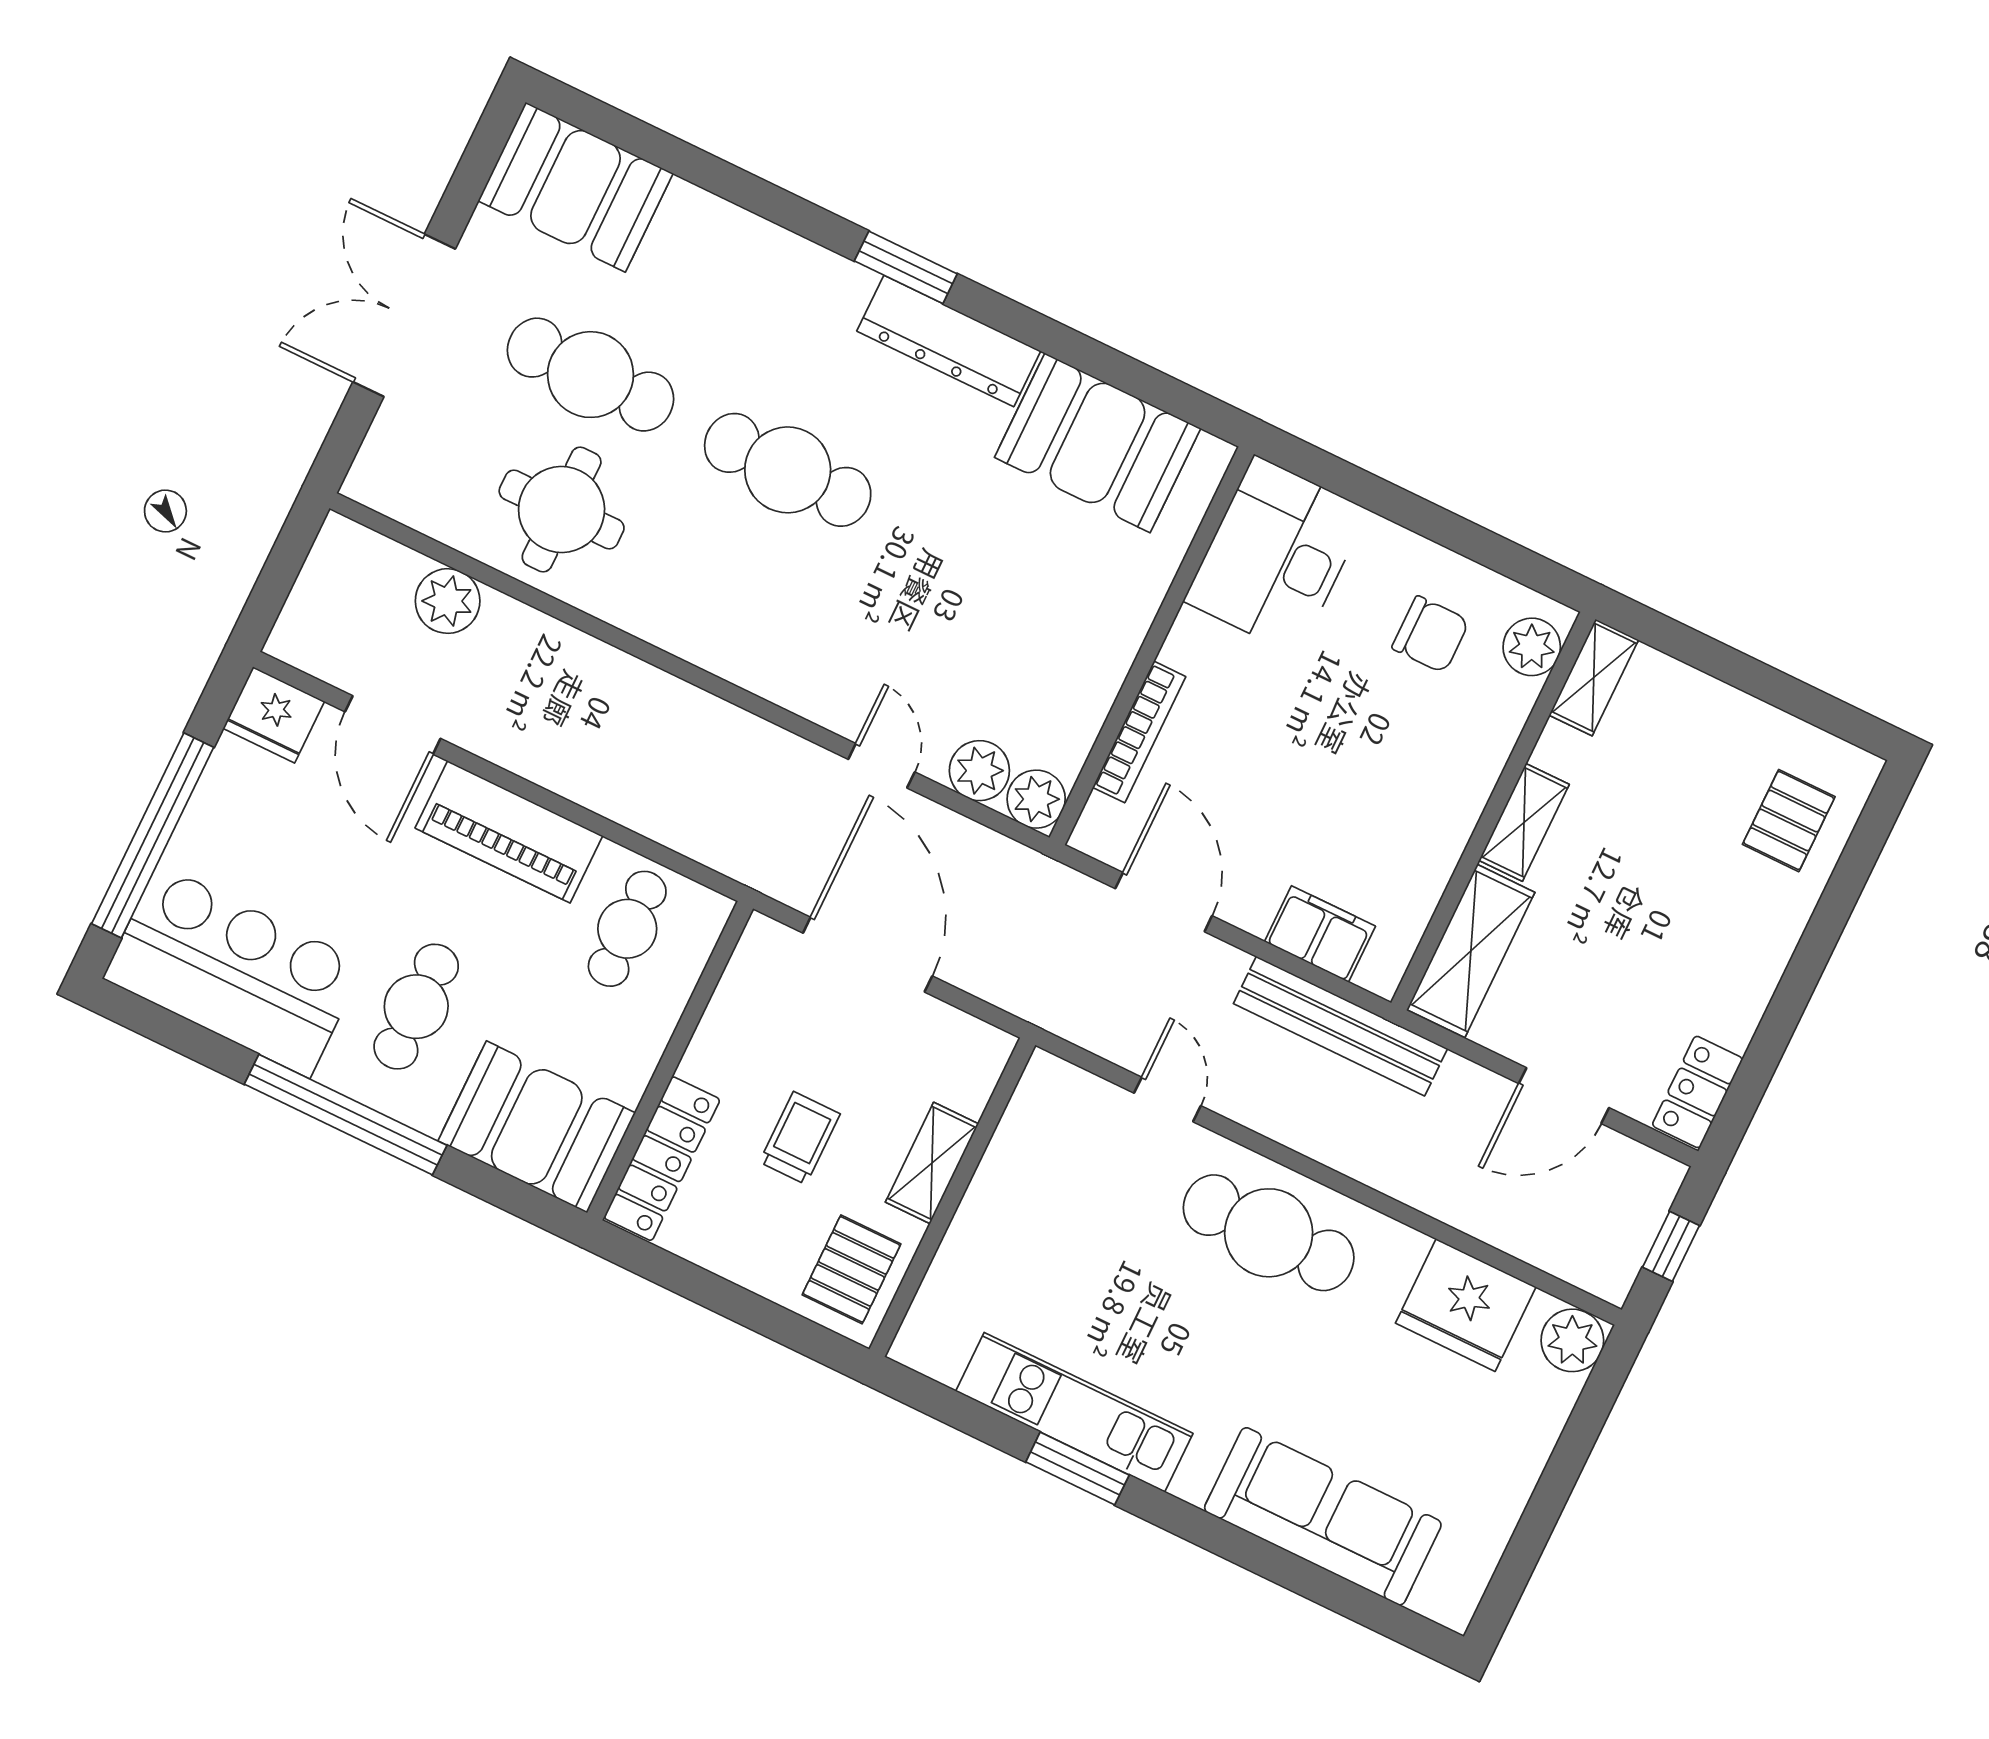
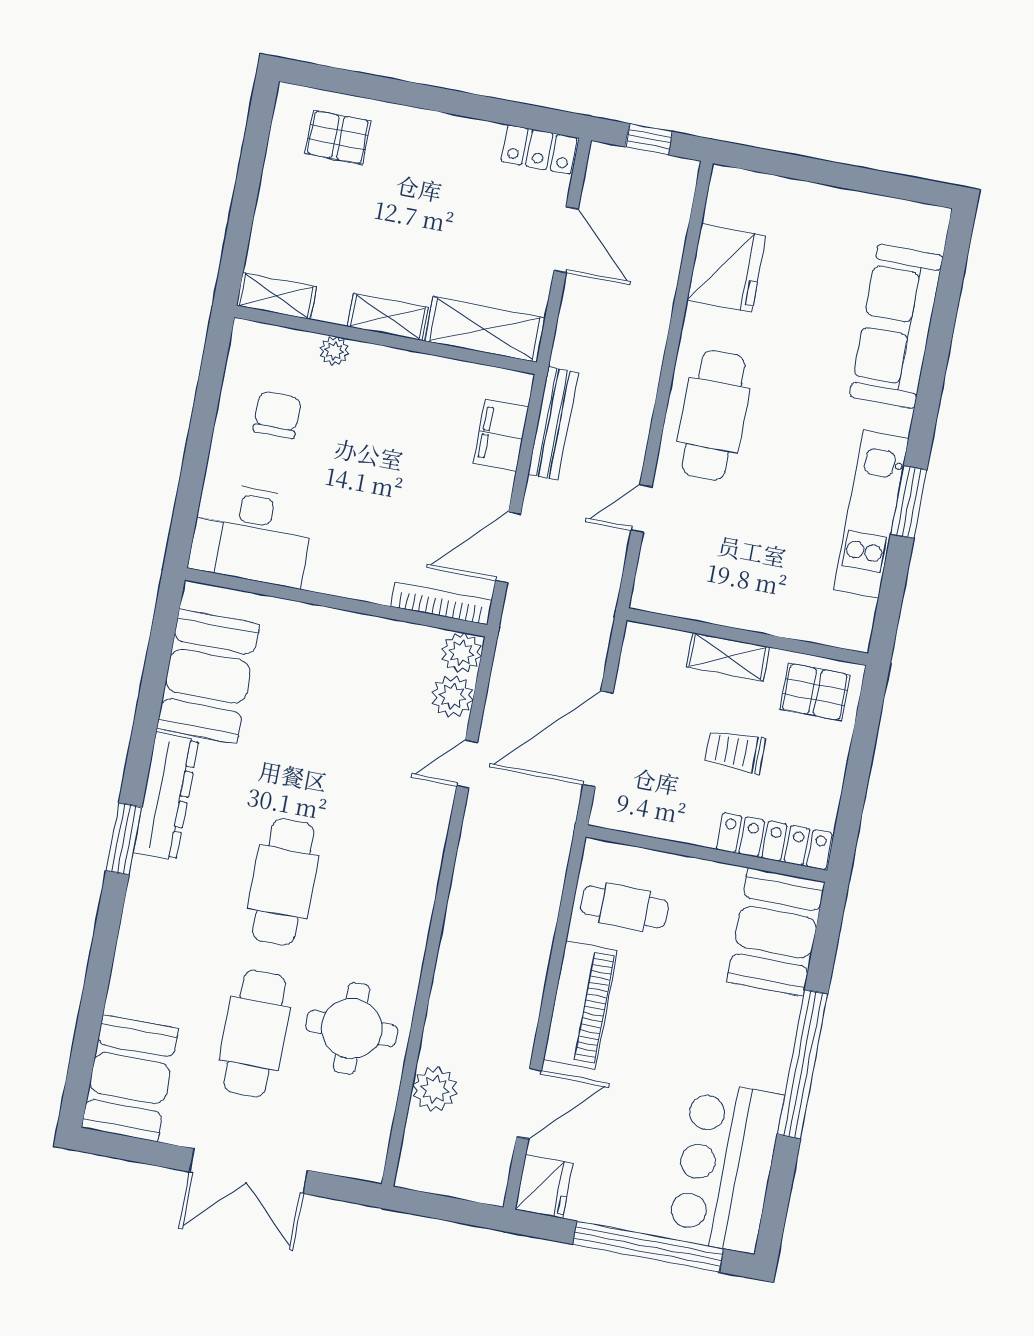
plant: (1532, 647) -> (334, 351), moved, width x0.73, depth x0.73
bookcase: (1139, 732) -> (441, 603), moved
cafe table: (416, 1007) -> (716, 1036), removed
bench: (1340, 1026) -> (553, 423), width x0.73, depth x0.82
plant: (1572, 1340) -> (731, 189), removed

